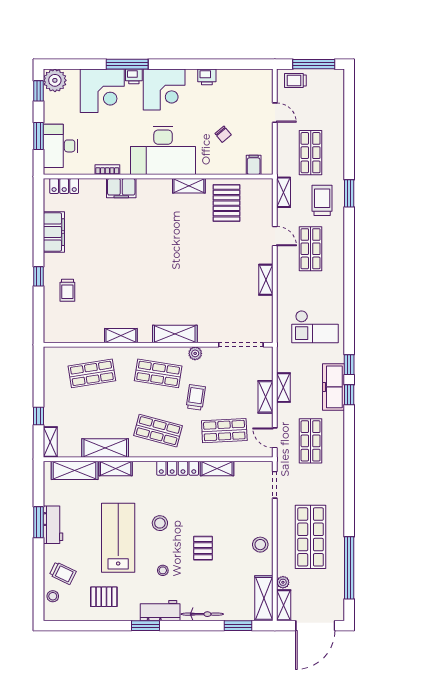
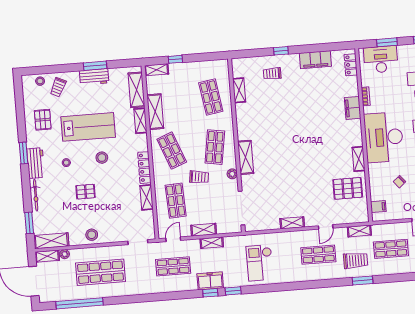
shelving: (121, 336) -> (239, 90), moved
freezer: (334, 387) -> (210, 281), width x0.71
shop shelf: (158, 431) -> (172, 151), turned -36

